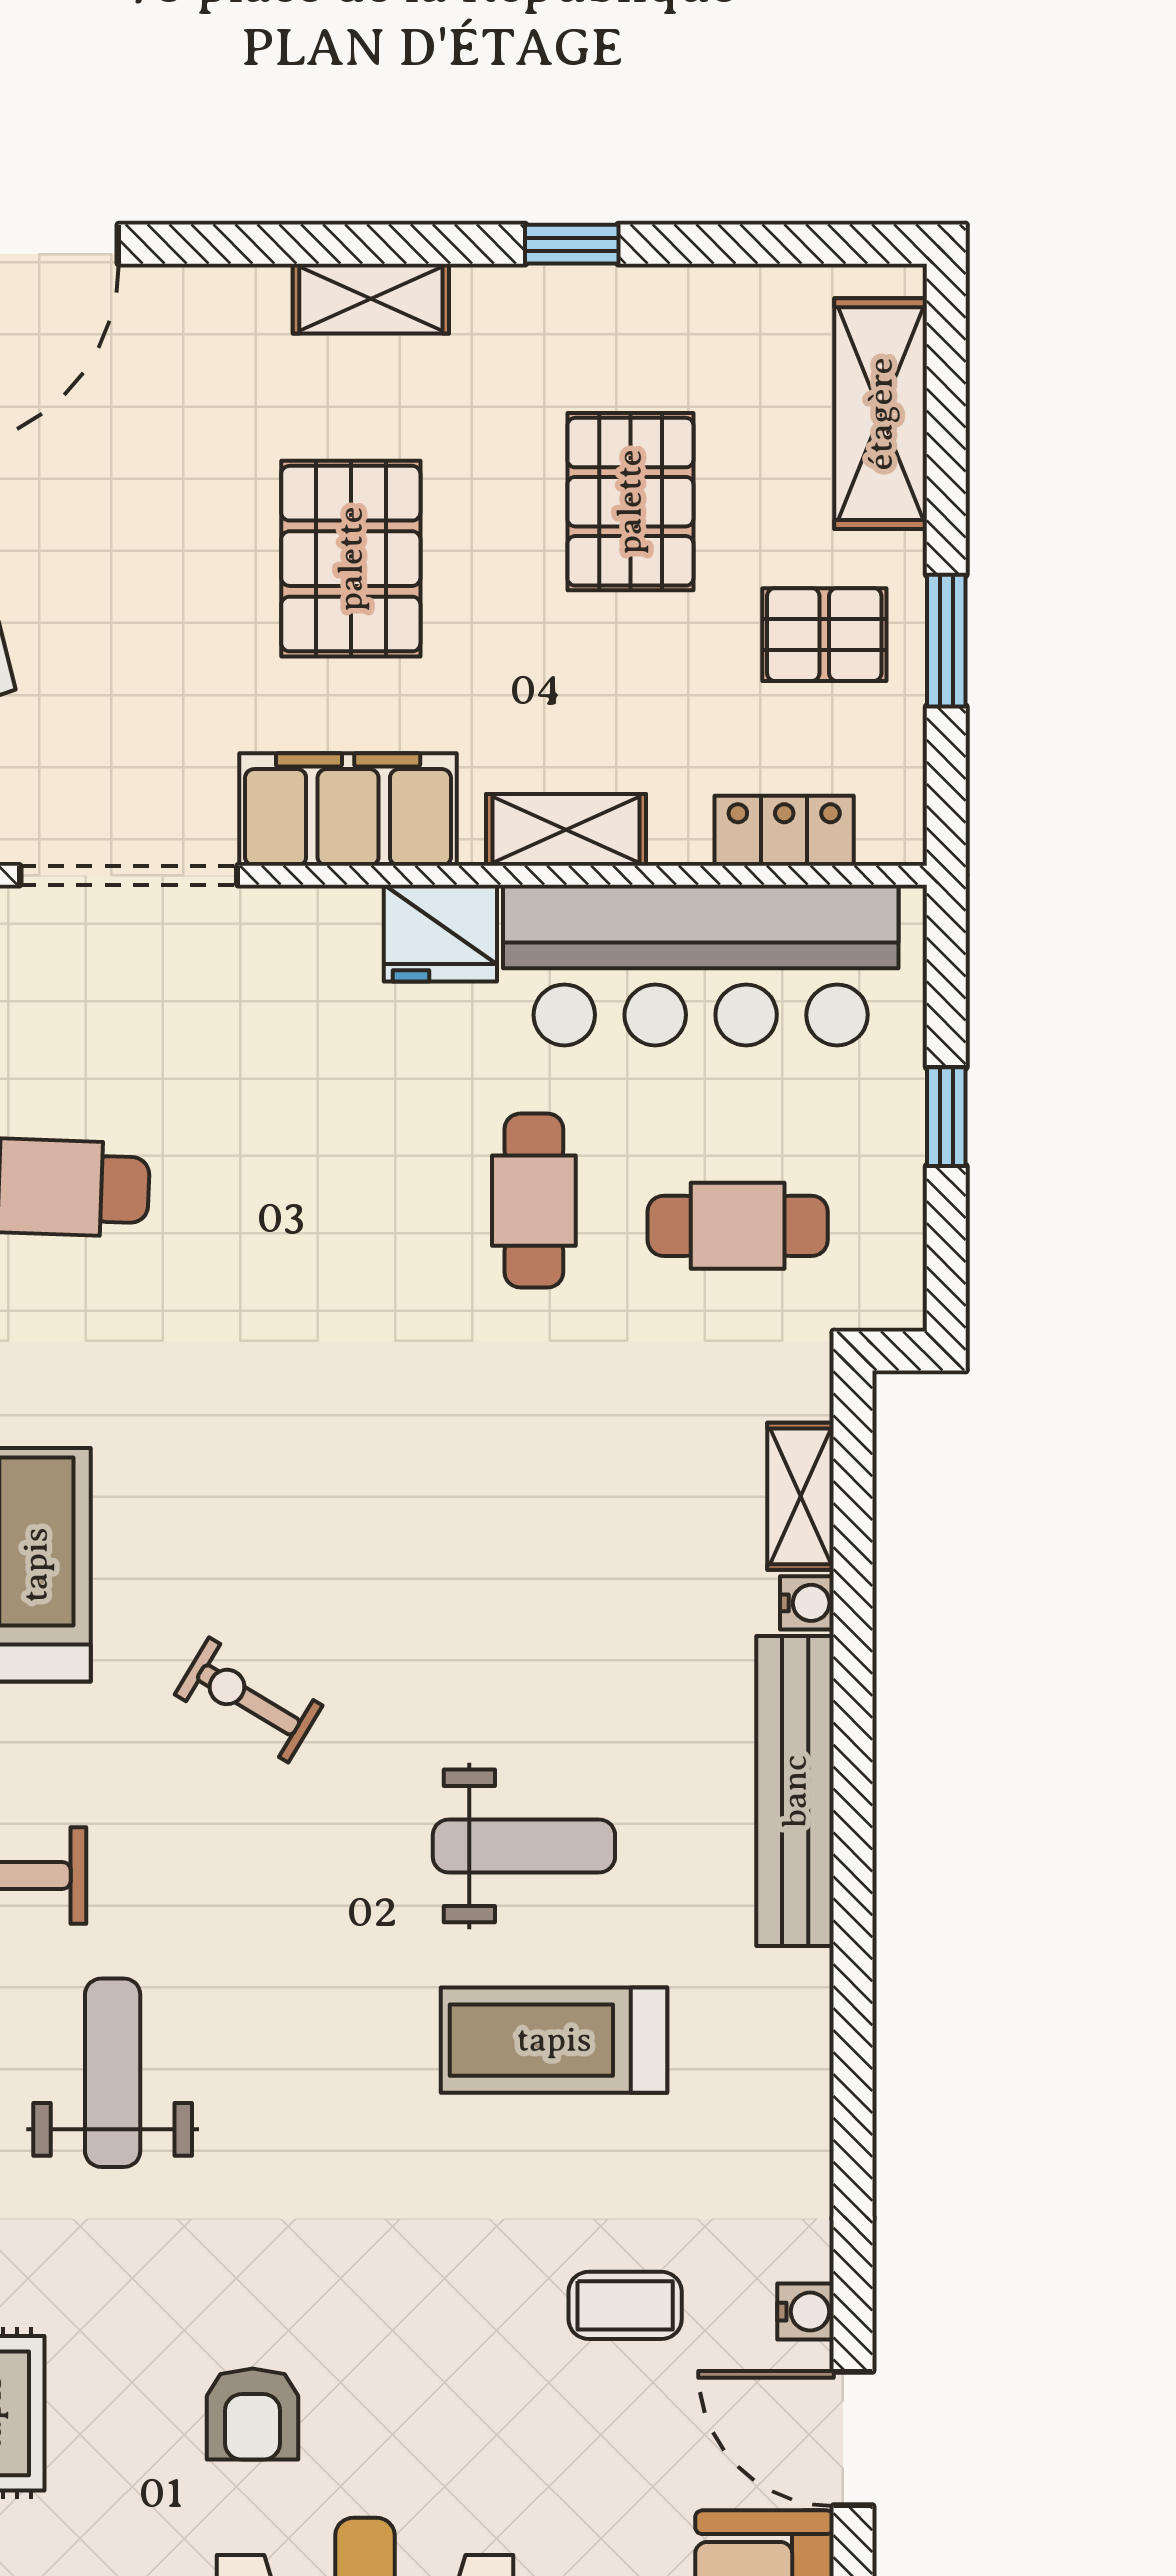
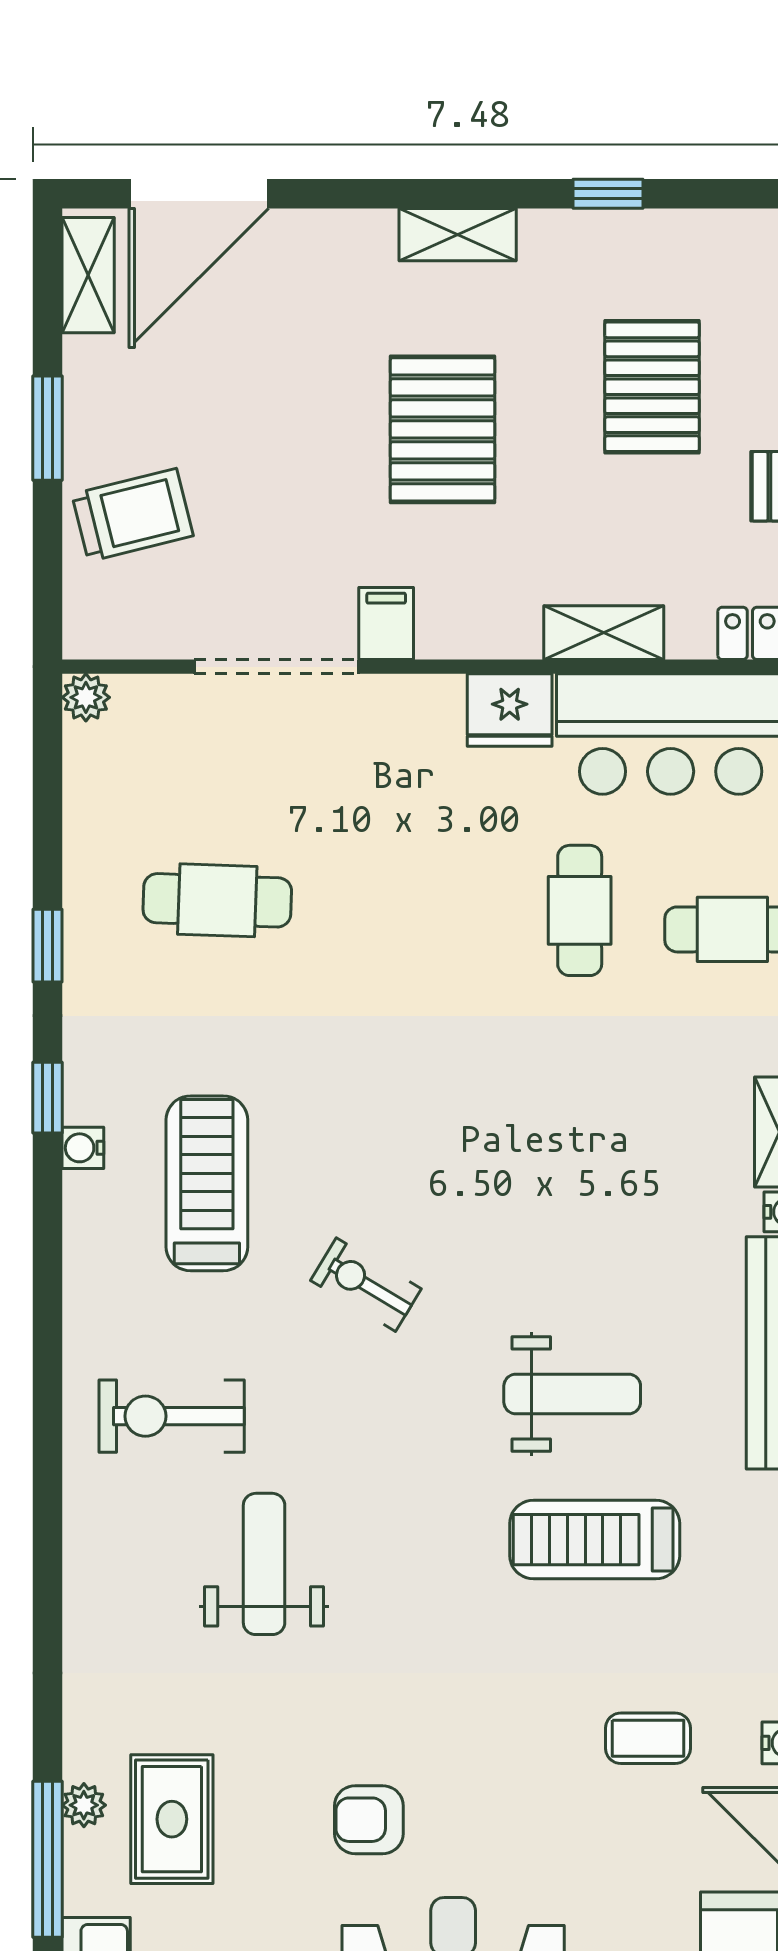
filing cabinet: (348, 810) -> (386, 623), width x0.33, depth x0.86
armchair: (253, 2414) -> (369, 1820), turned 90

